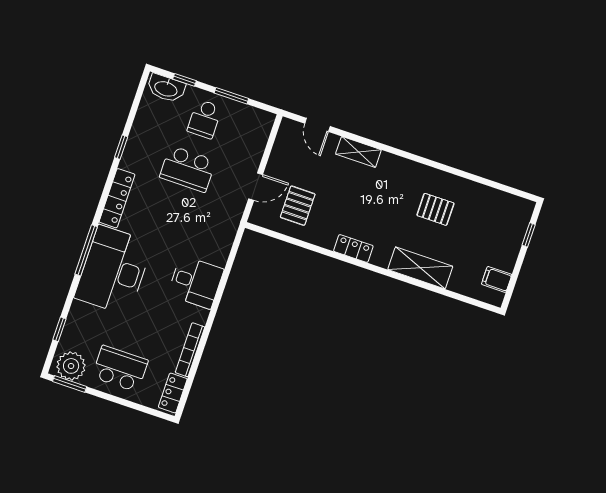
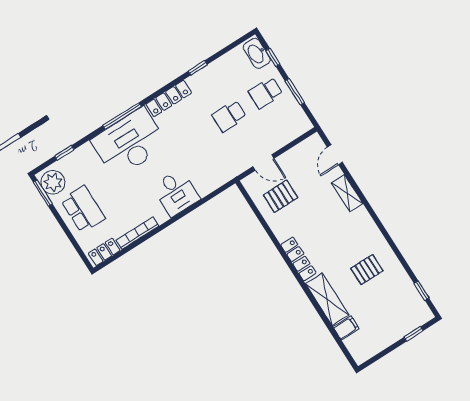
school desk: (188, 169) -> (229, 116), width x0.54
window: (503, 188) -> (422, 291), added
pallet: (435, 209) -> (367, 270), turned 90
locker: (353, 248) -> (298, 259), width x1.53
filing cabinet: (497, 279) -> (346, 328), moved, turned 90

